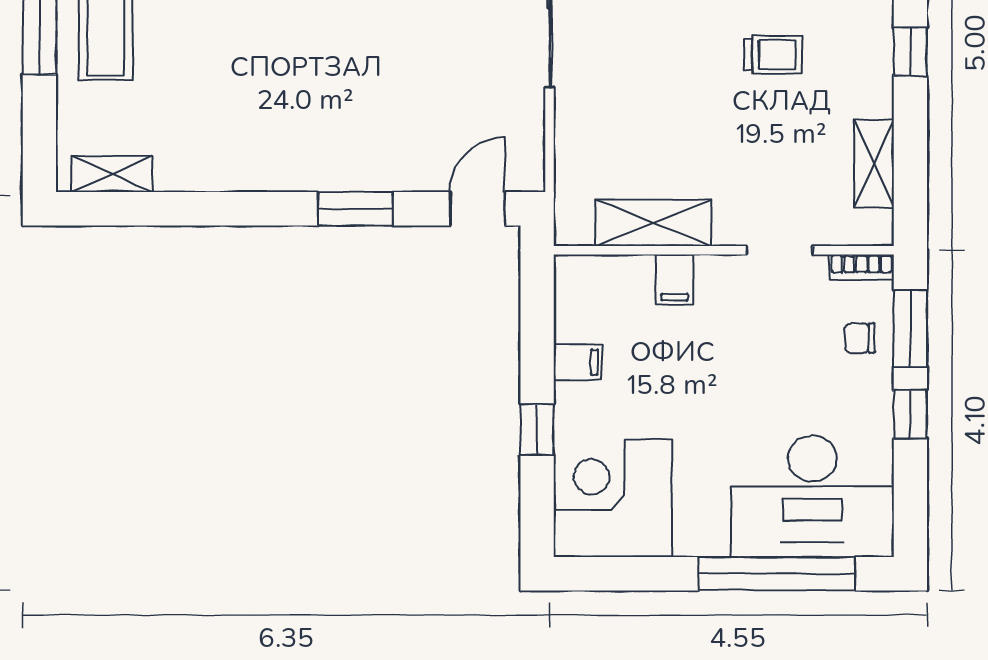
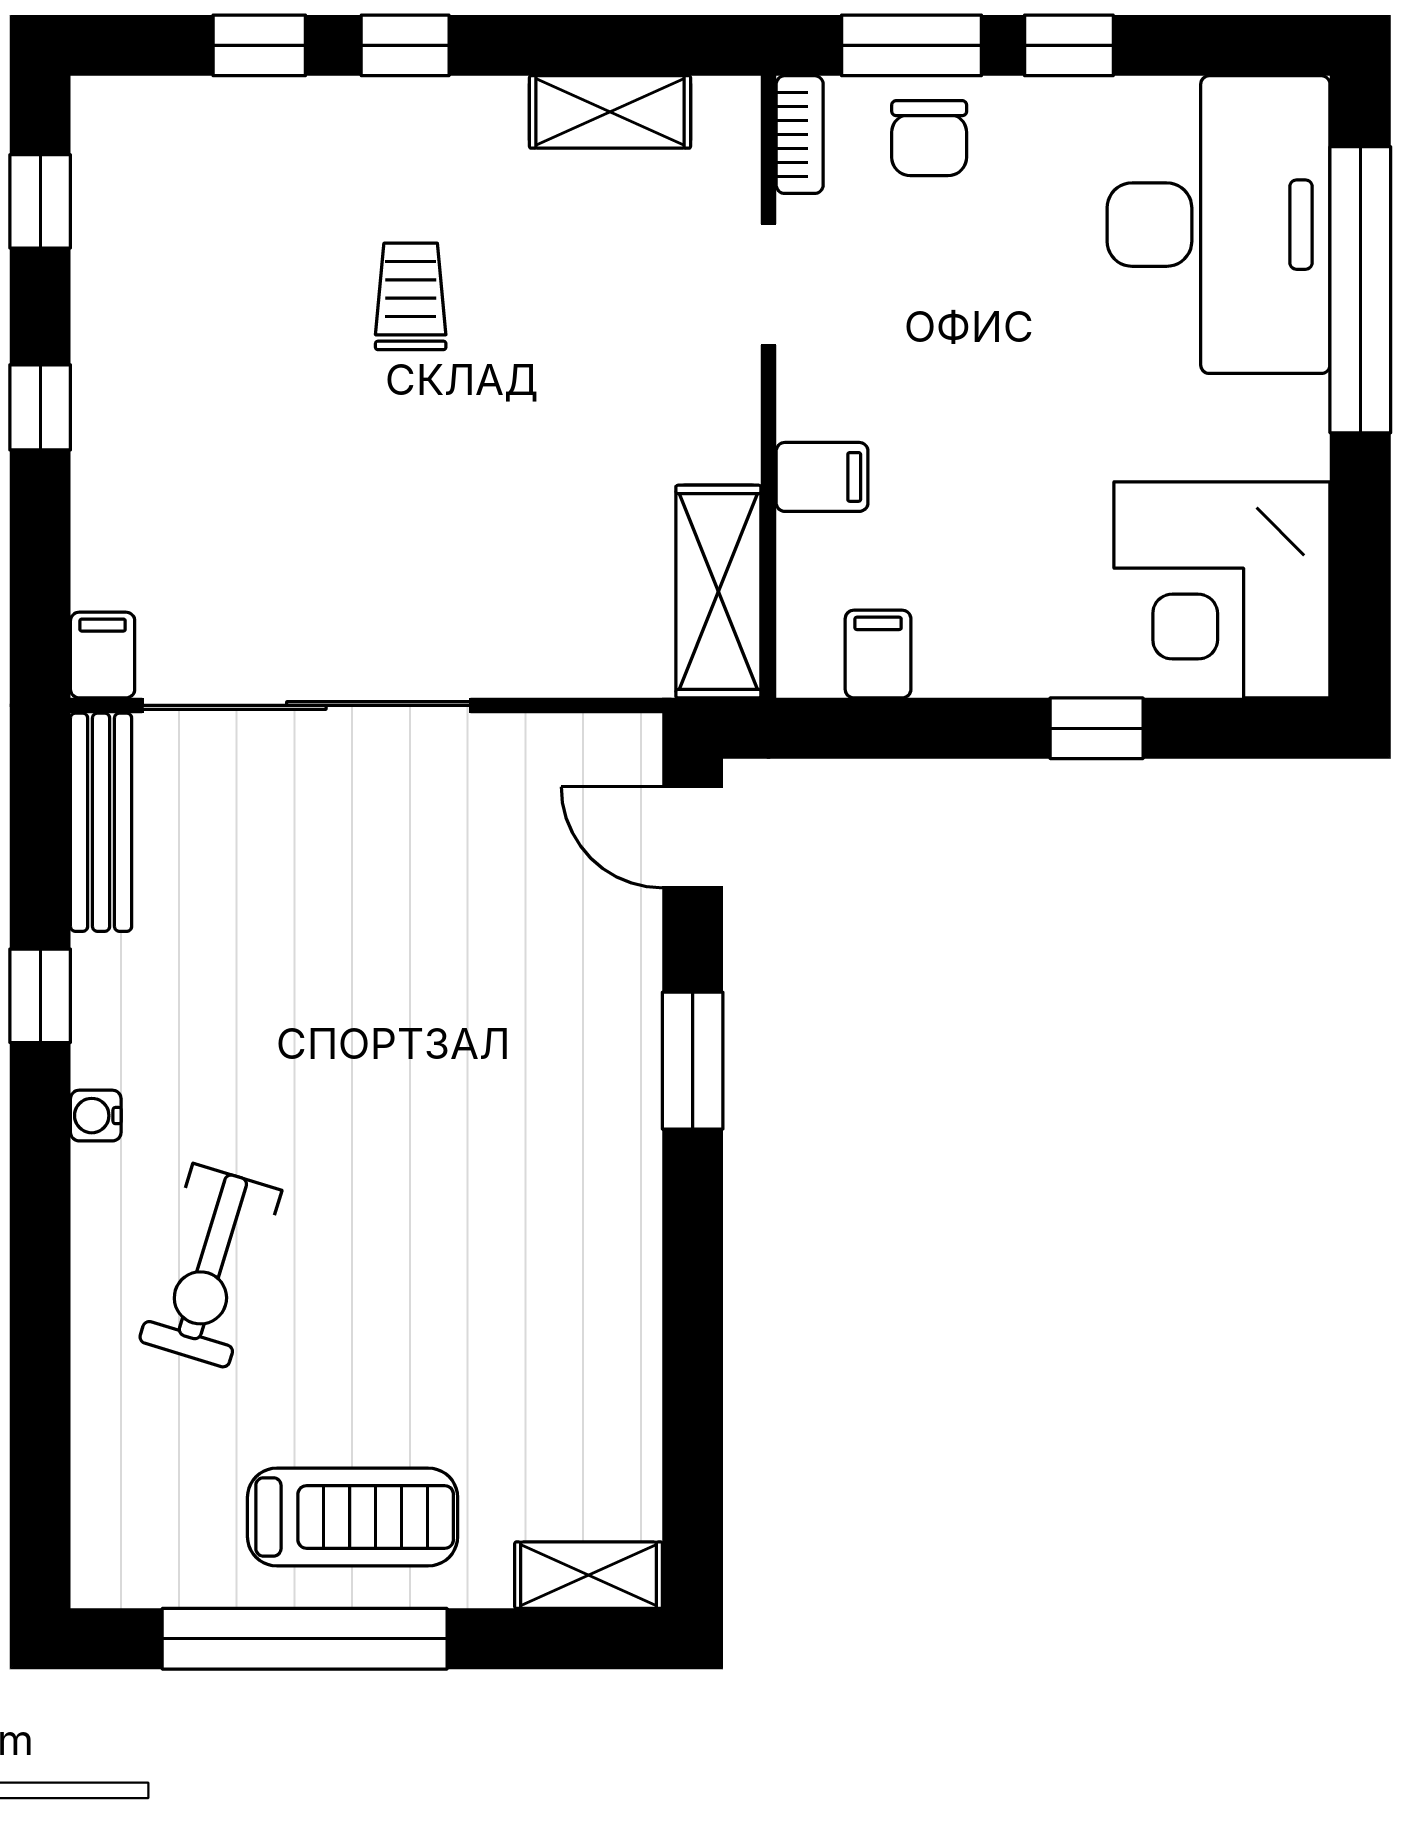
shelving: (112, 174) -> (588, 1575), moved, turned 90
shelving: (653, 223) -> (718, 592), moved
chair: (860, 338) -> (929, 138), width x1.37, depth x1.37
filing cabinet: (578, 362) -> (878, 654), moved

